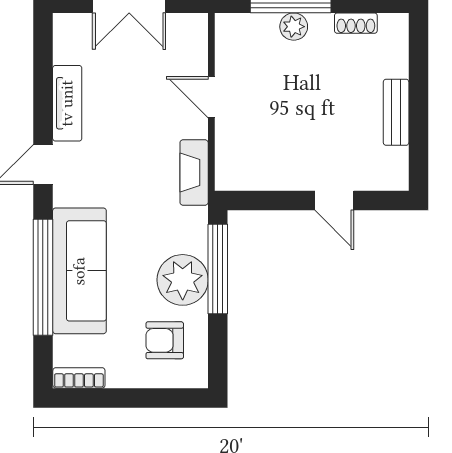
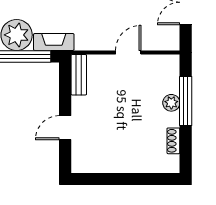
bench: (396, 112) -> (79, 75), moved, turned 90
fireplace: (194, 172) -> (54, 42), moved

